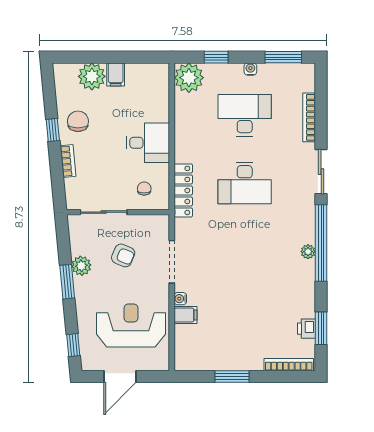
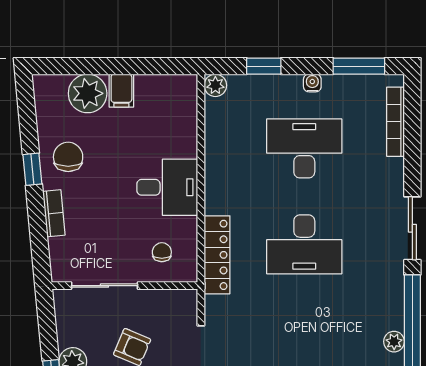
plant: (189, 78) -> (215, 85), width x0.53, depth x0.53
bookcase: (309, 117) -> (396, 122), moved

